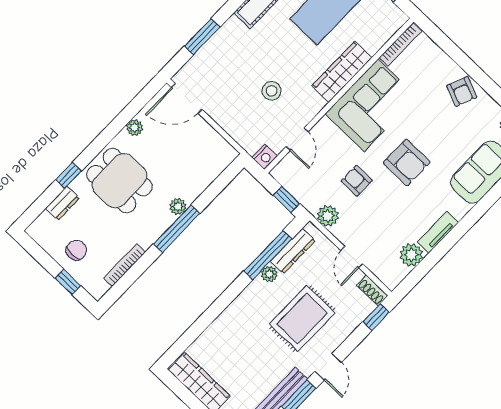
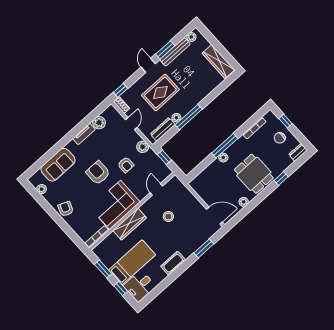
nightstand: (265, 157) -> (175, 181), removed
dresser: (62, 203) -> (298, 152), moved
window: (268, 255) -> (189, 117), moved

